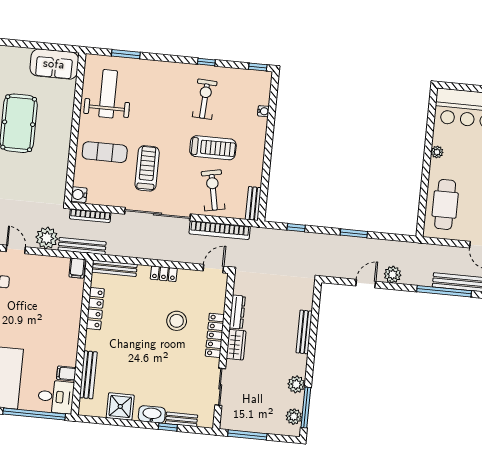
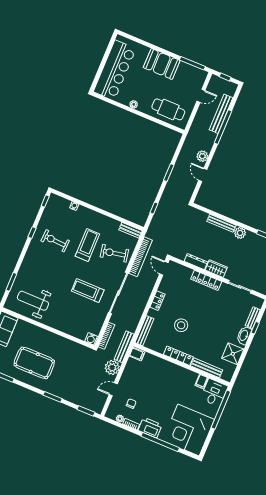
exercise mat: (105, 152) -> (69, 314), removed
locker: (95, 309) -> (178, 356), moved
stool: (177, 321) -> (181, 325), moved
plant: (296, 384) -> (240, 233), moved

